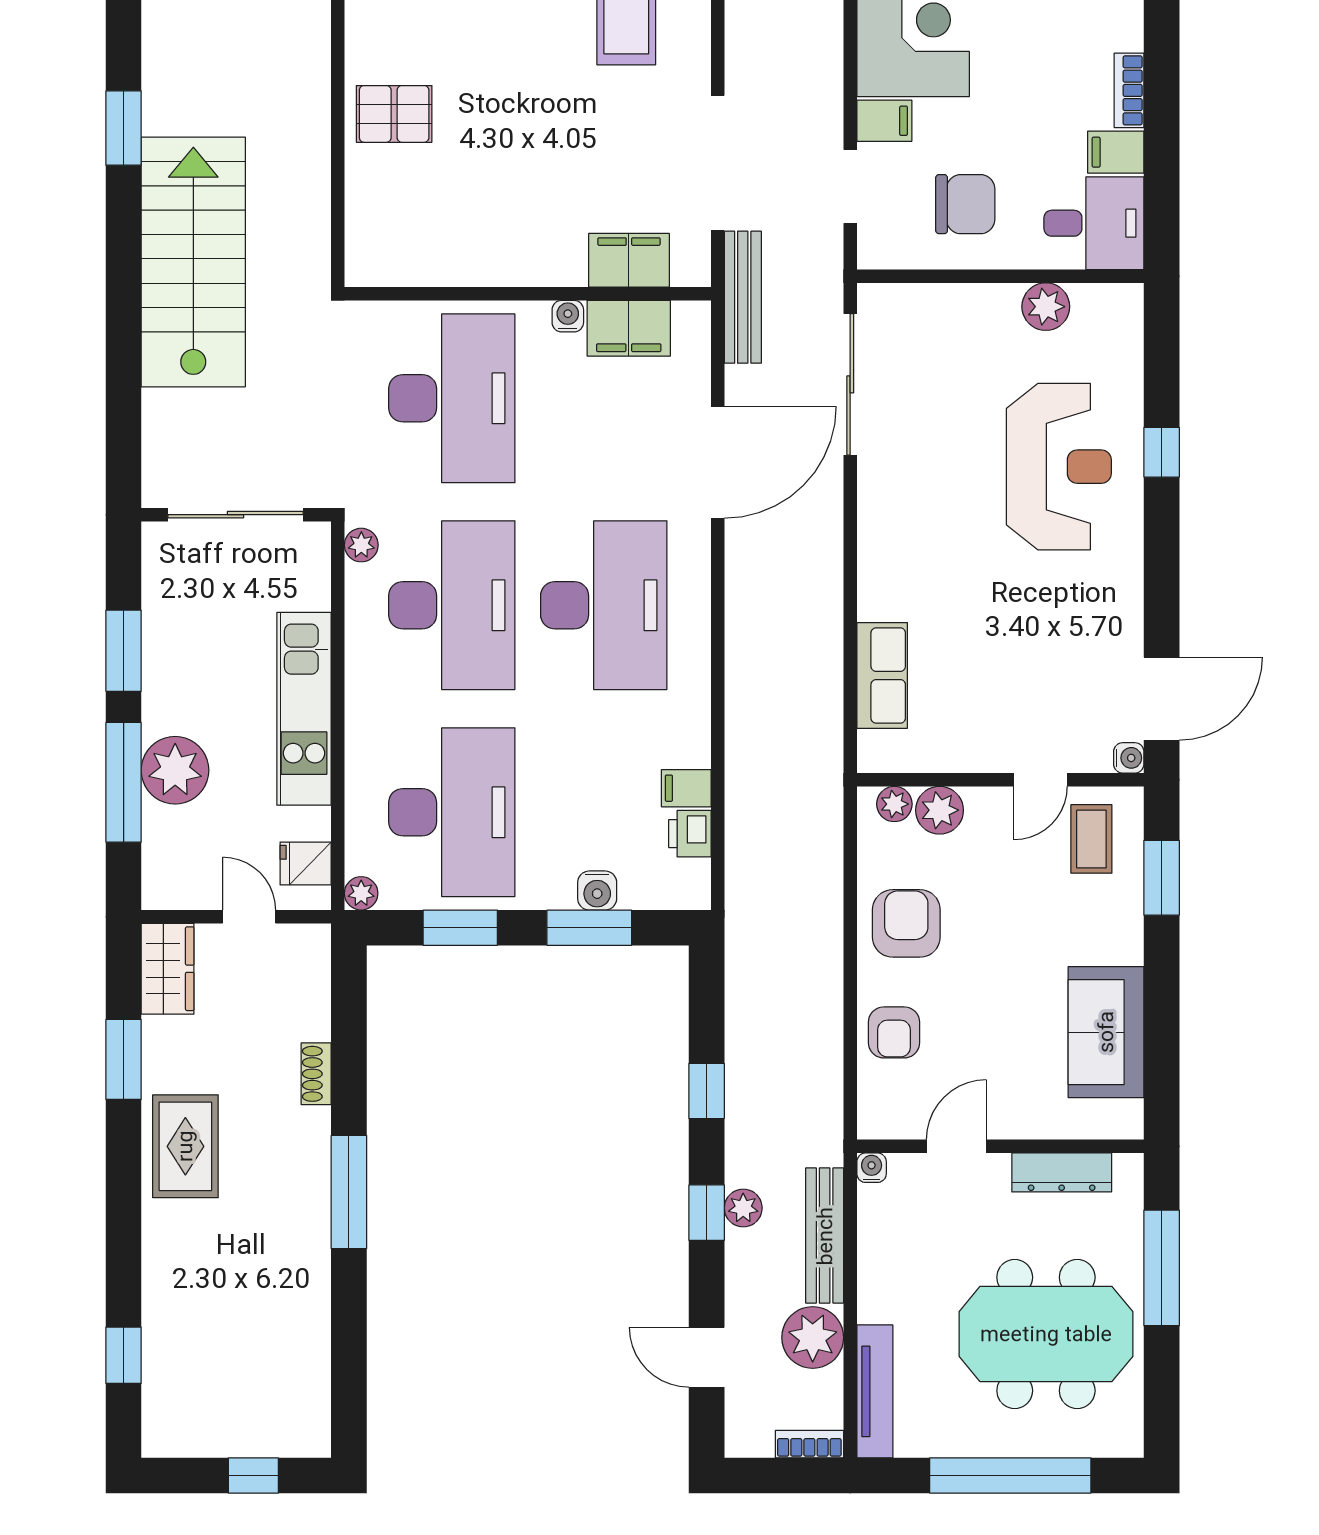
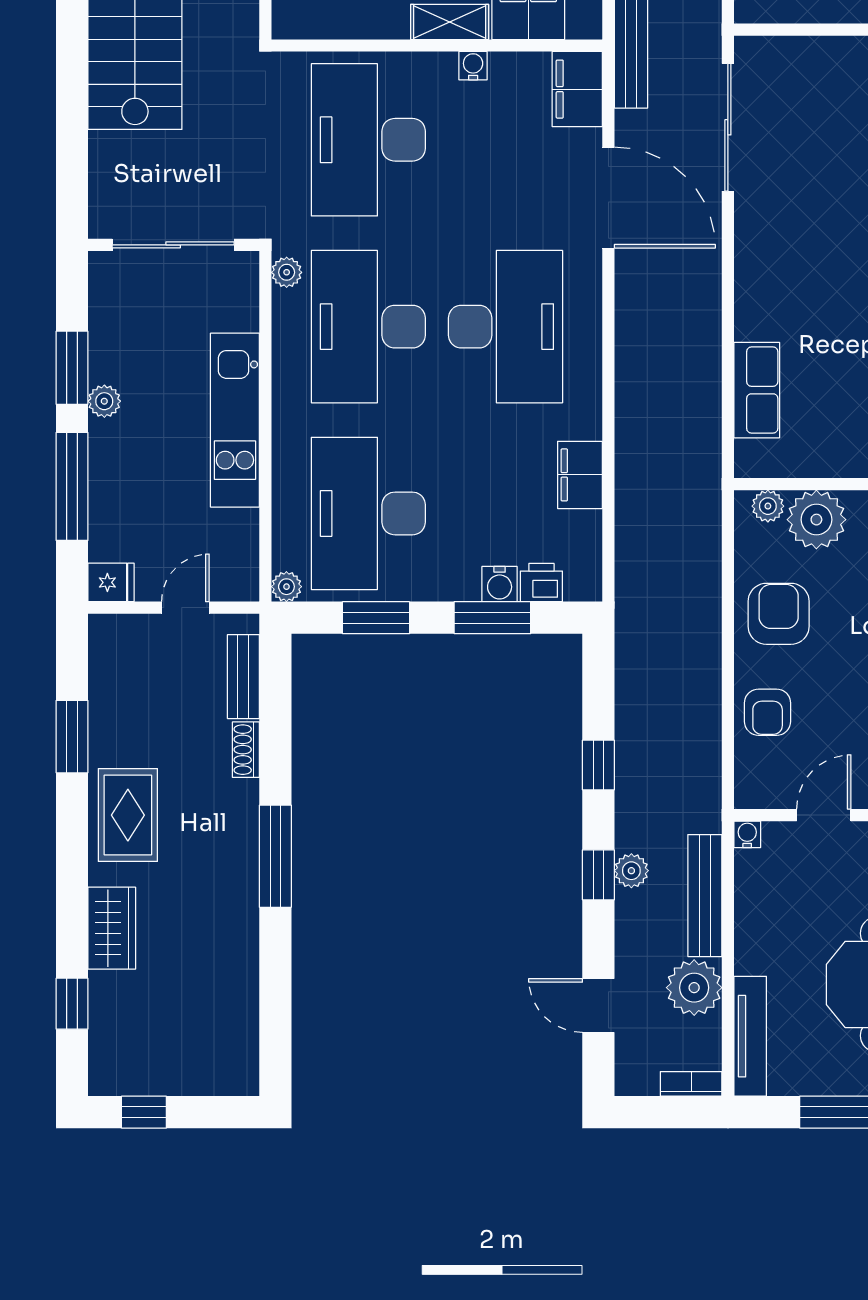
shelving: (542, 268) -> (450, 22), added
filing cabinet: (629, 328) -> (577, 89), moved, turned 90
desk: (452, 398) -> (368, 140), turned 180
door: (718, 462) -> (608, 198), hinge flipped
desk: (452, 605) -> (368, 327), turned 180
plant: (175, 770) -> (104, 401), moved, width x0.53, depth x0.53
filing cabinet: (686, 788) -> (580, 475), width x2.00
plant: (940, 810) -> (816, 520), width x1.36, depth x1.36
desk: (452, 812) -> (368, 513), turned 180
printer: (690, 834) -> (541, 583), moved, turned 90
fridge: (306, 863) -> (111, 582), moved, turned 180
door: (249, 917) -> (185, 608), hinge flipped
wardrobe: (168, 969) -> (112, 928), moved
bench: (313, 993) -> (243, 677), added
window: (253, 1475) -> (144, 1112), moved

